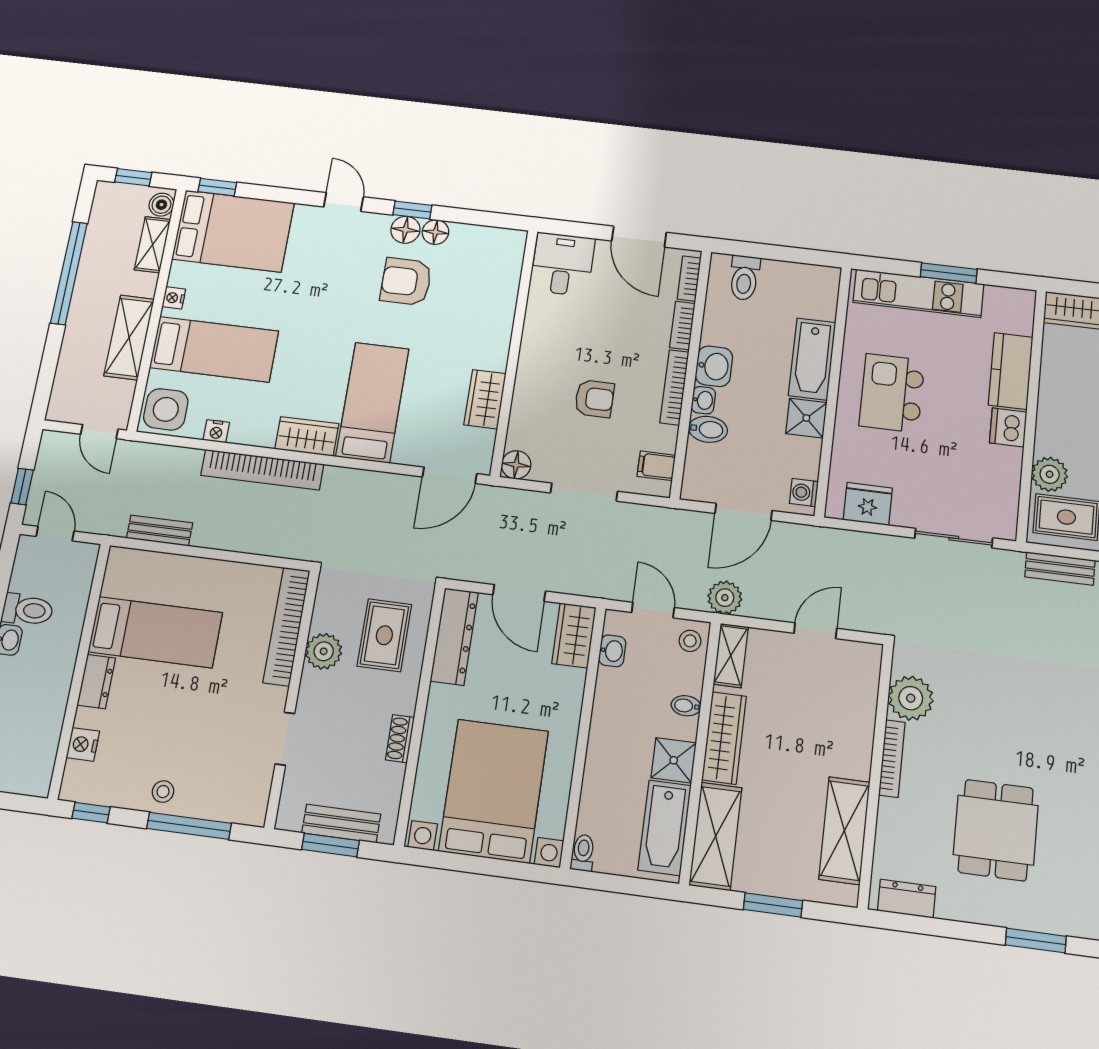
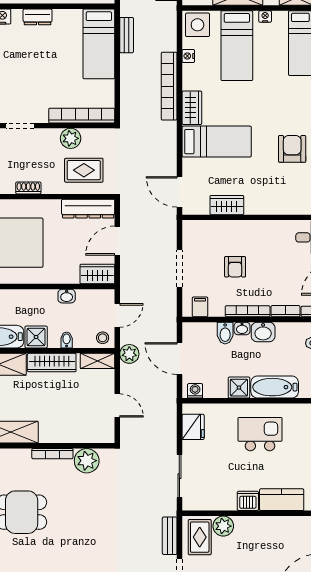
floor lamp: (516, 465) -> (190, 228), removed
bed: (155, 632) -> (99, 44), moved
washbasin: (612, 651) -> (67, 296), moved

